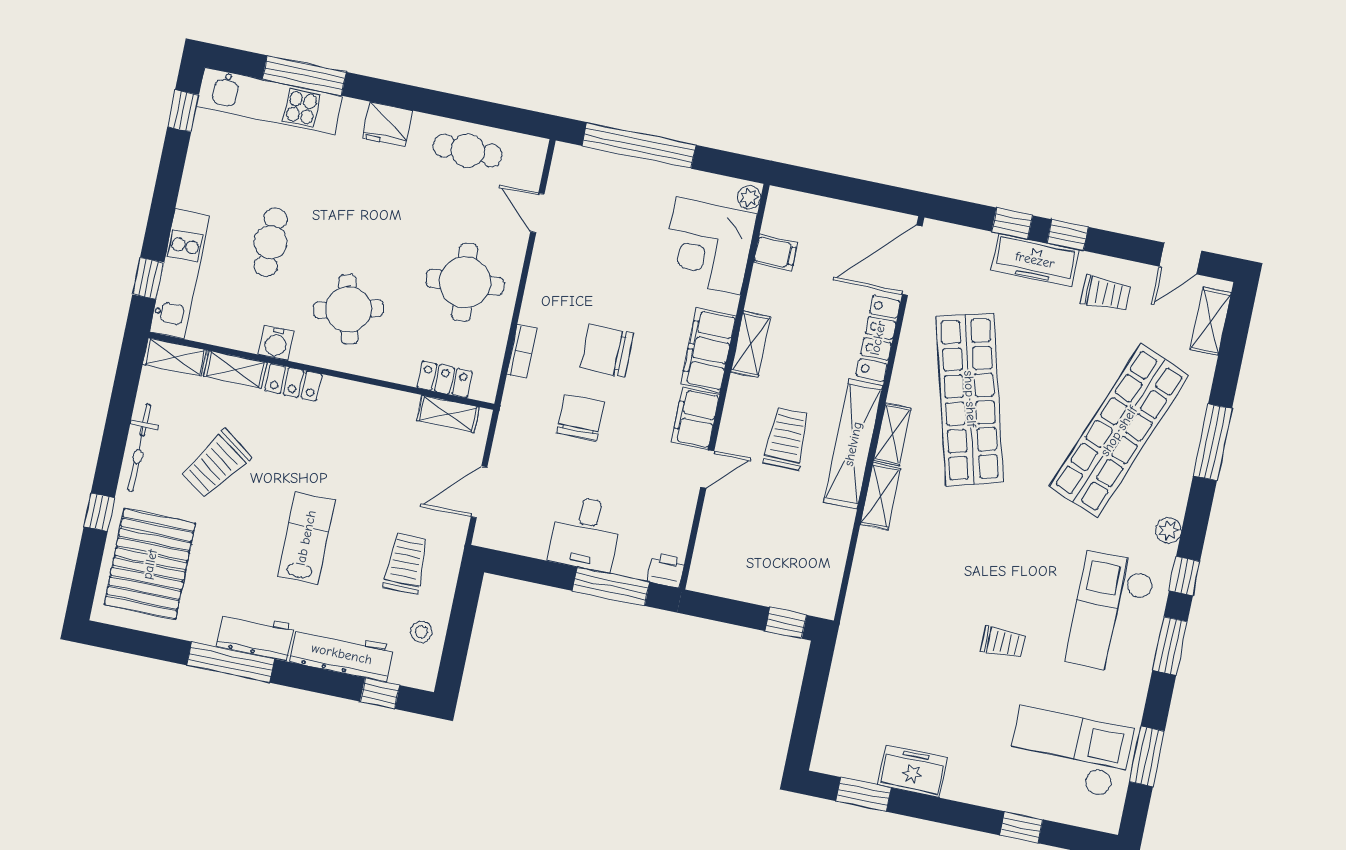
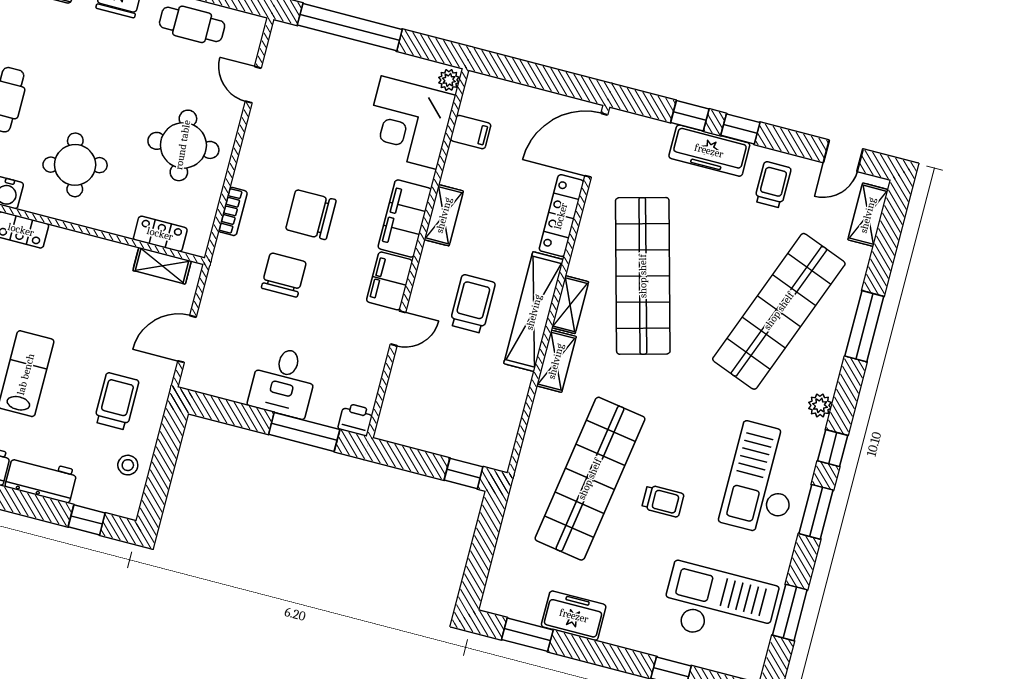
trolley: (1106, 294) -> (773, 185), turned -90
shop shelf: (923, 622) -> (590, 479), added
workbench: (342, 654) -> (41, 479), width x0.73

